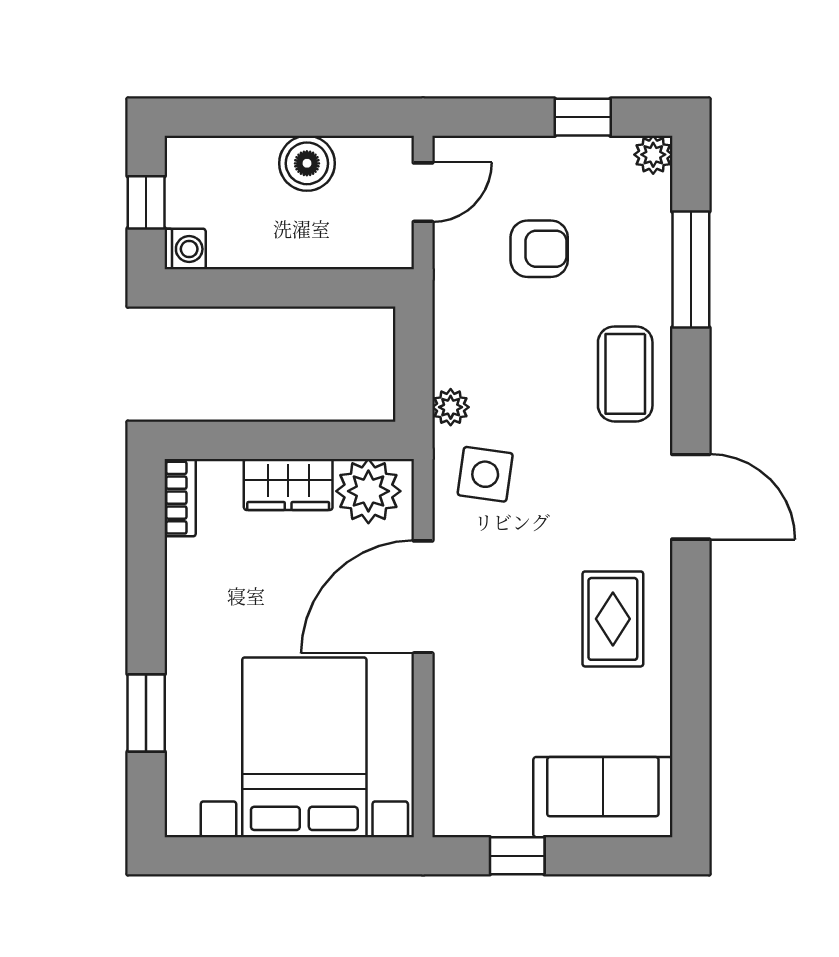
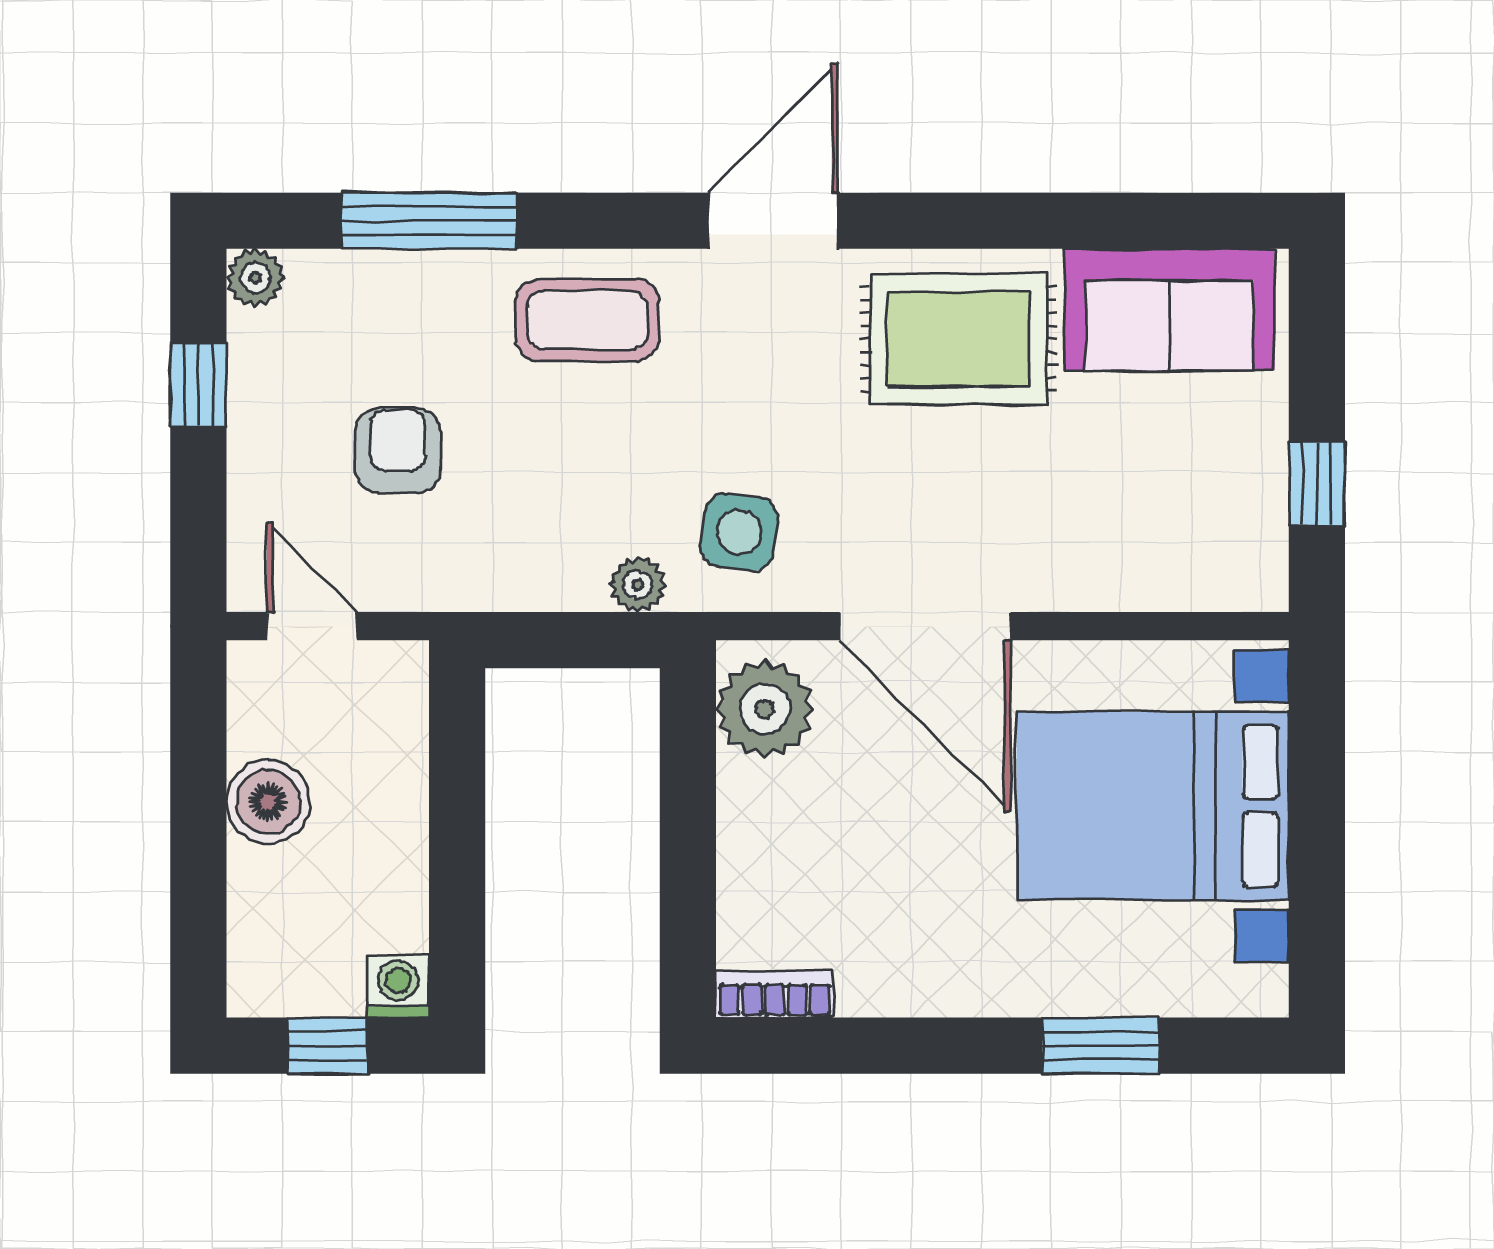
wardrobe: (288, 484) -> (755, 830), removed
rug: (613, 619) -> (958, 339), width x1.36, depth x1.43
sofa: (603, 797) -> (1169, 310), moved, turned -90

